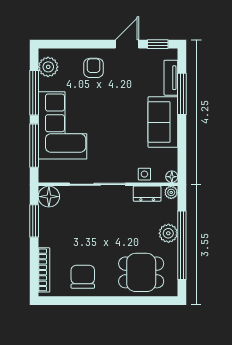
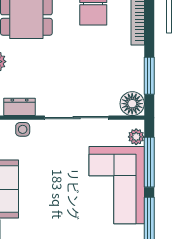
plant: (45, 168) -> (136, 137), added

